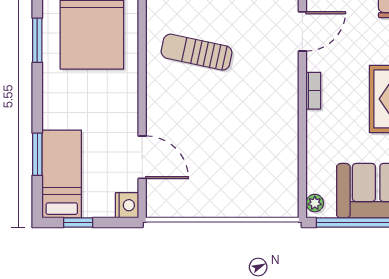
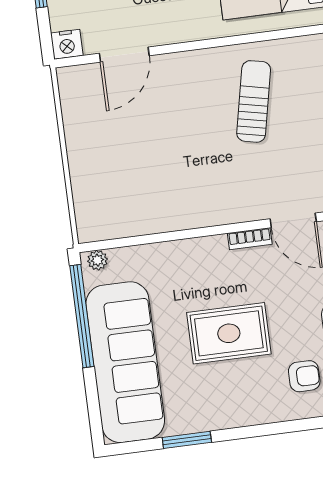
bookcase: (313, 91) -> (250, 239), moved

